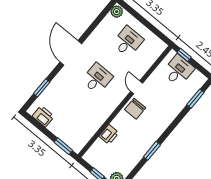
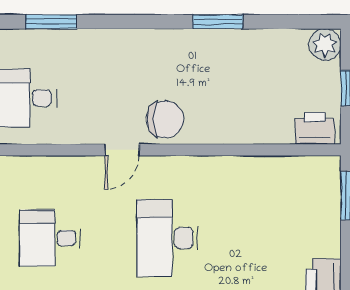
desk: (97, 78) -> (167, 238), width x1.37
printer: (109, 134) -> (315, 128), moved

